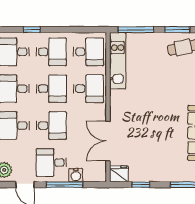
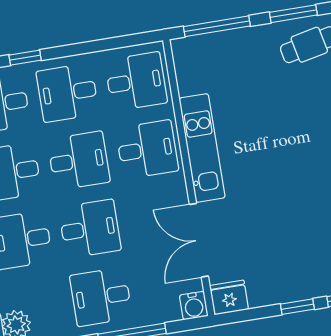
desk: (51, 52) -> (68, 93), turned 180
kitchen unit: (118, 61) -> (202, 148), moved
water cooler: (76, 175) -> (194, 306), moved
window: (141, 185) -> (297, 307), moved

